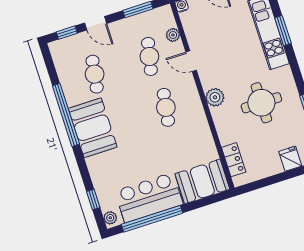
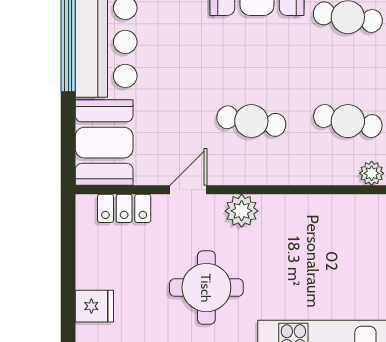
door: (191, 61) -> (188, 190), moved

